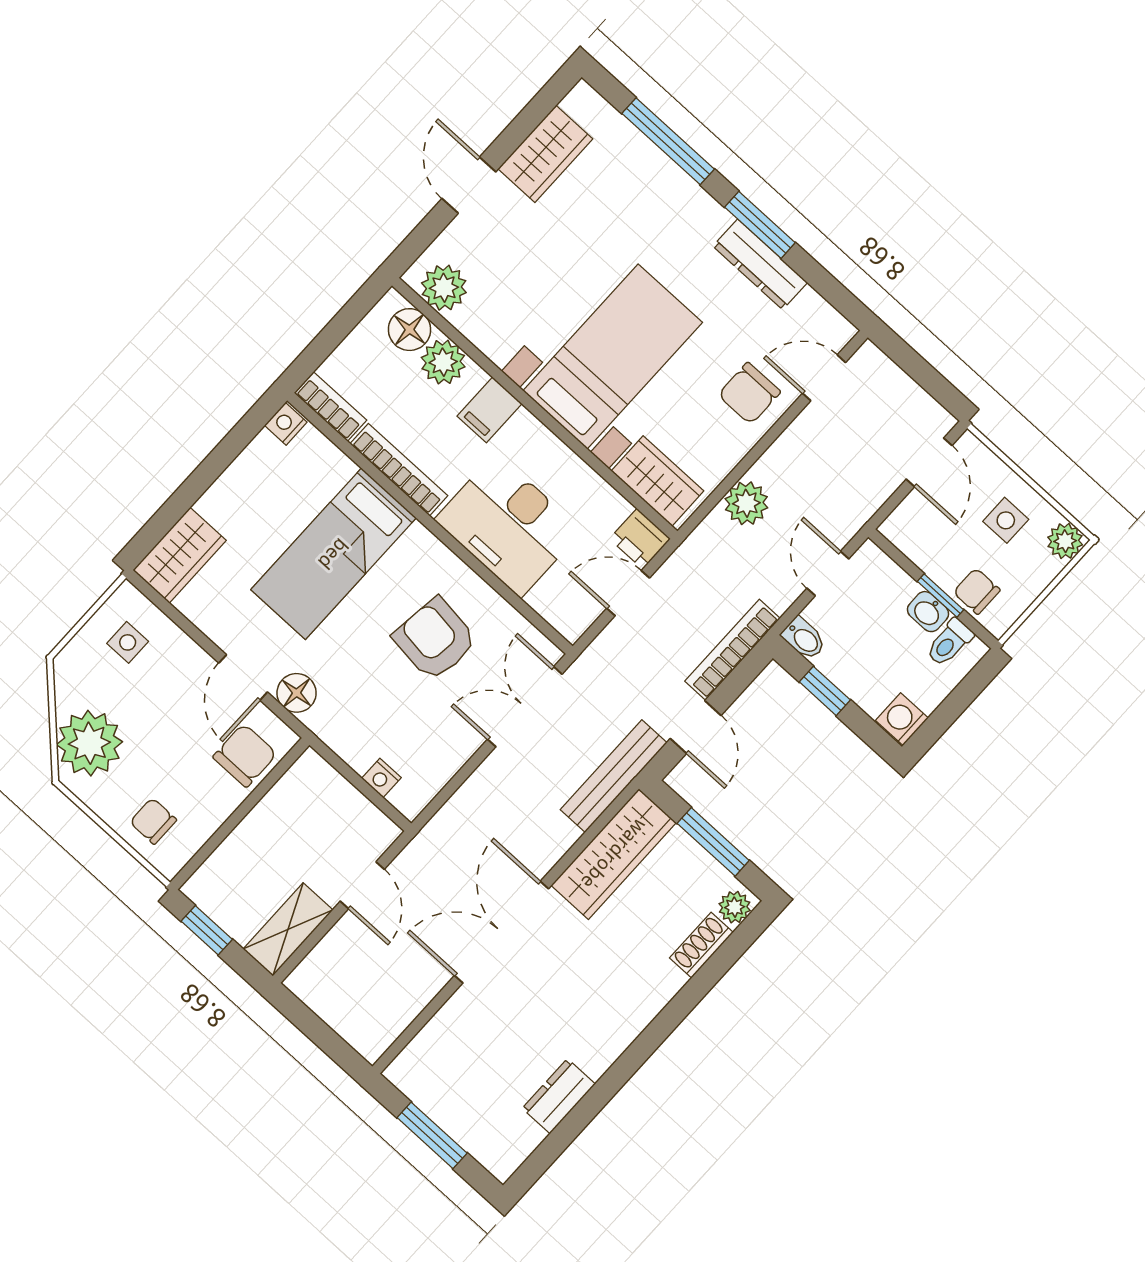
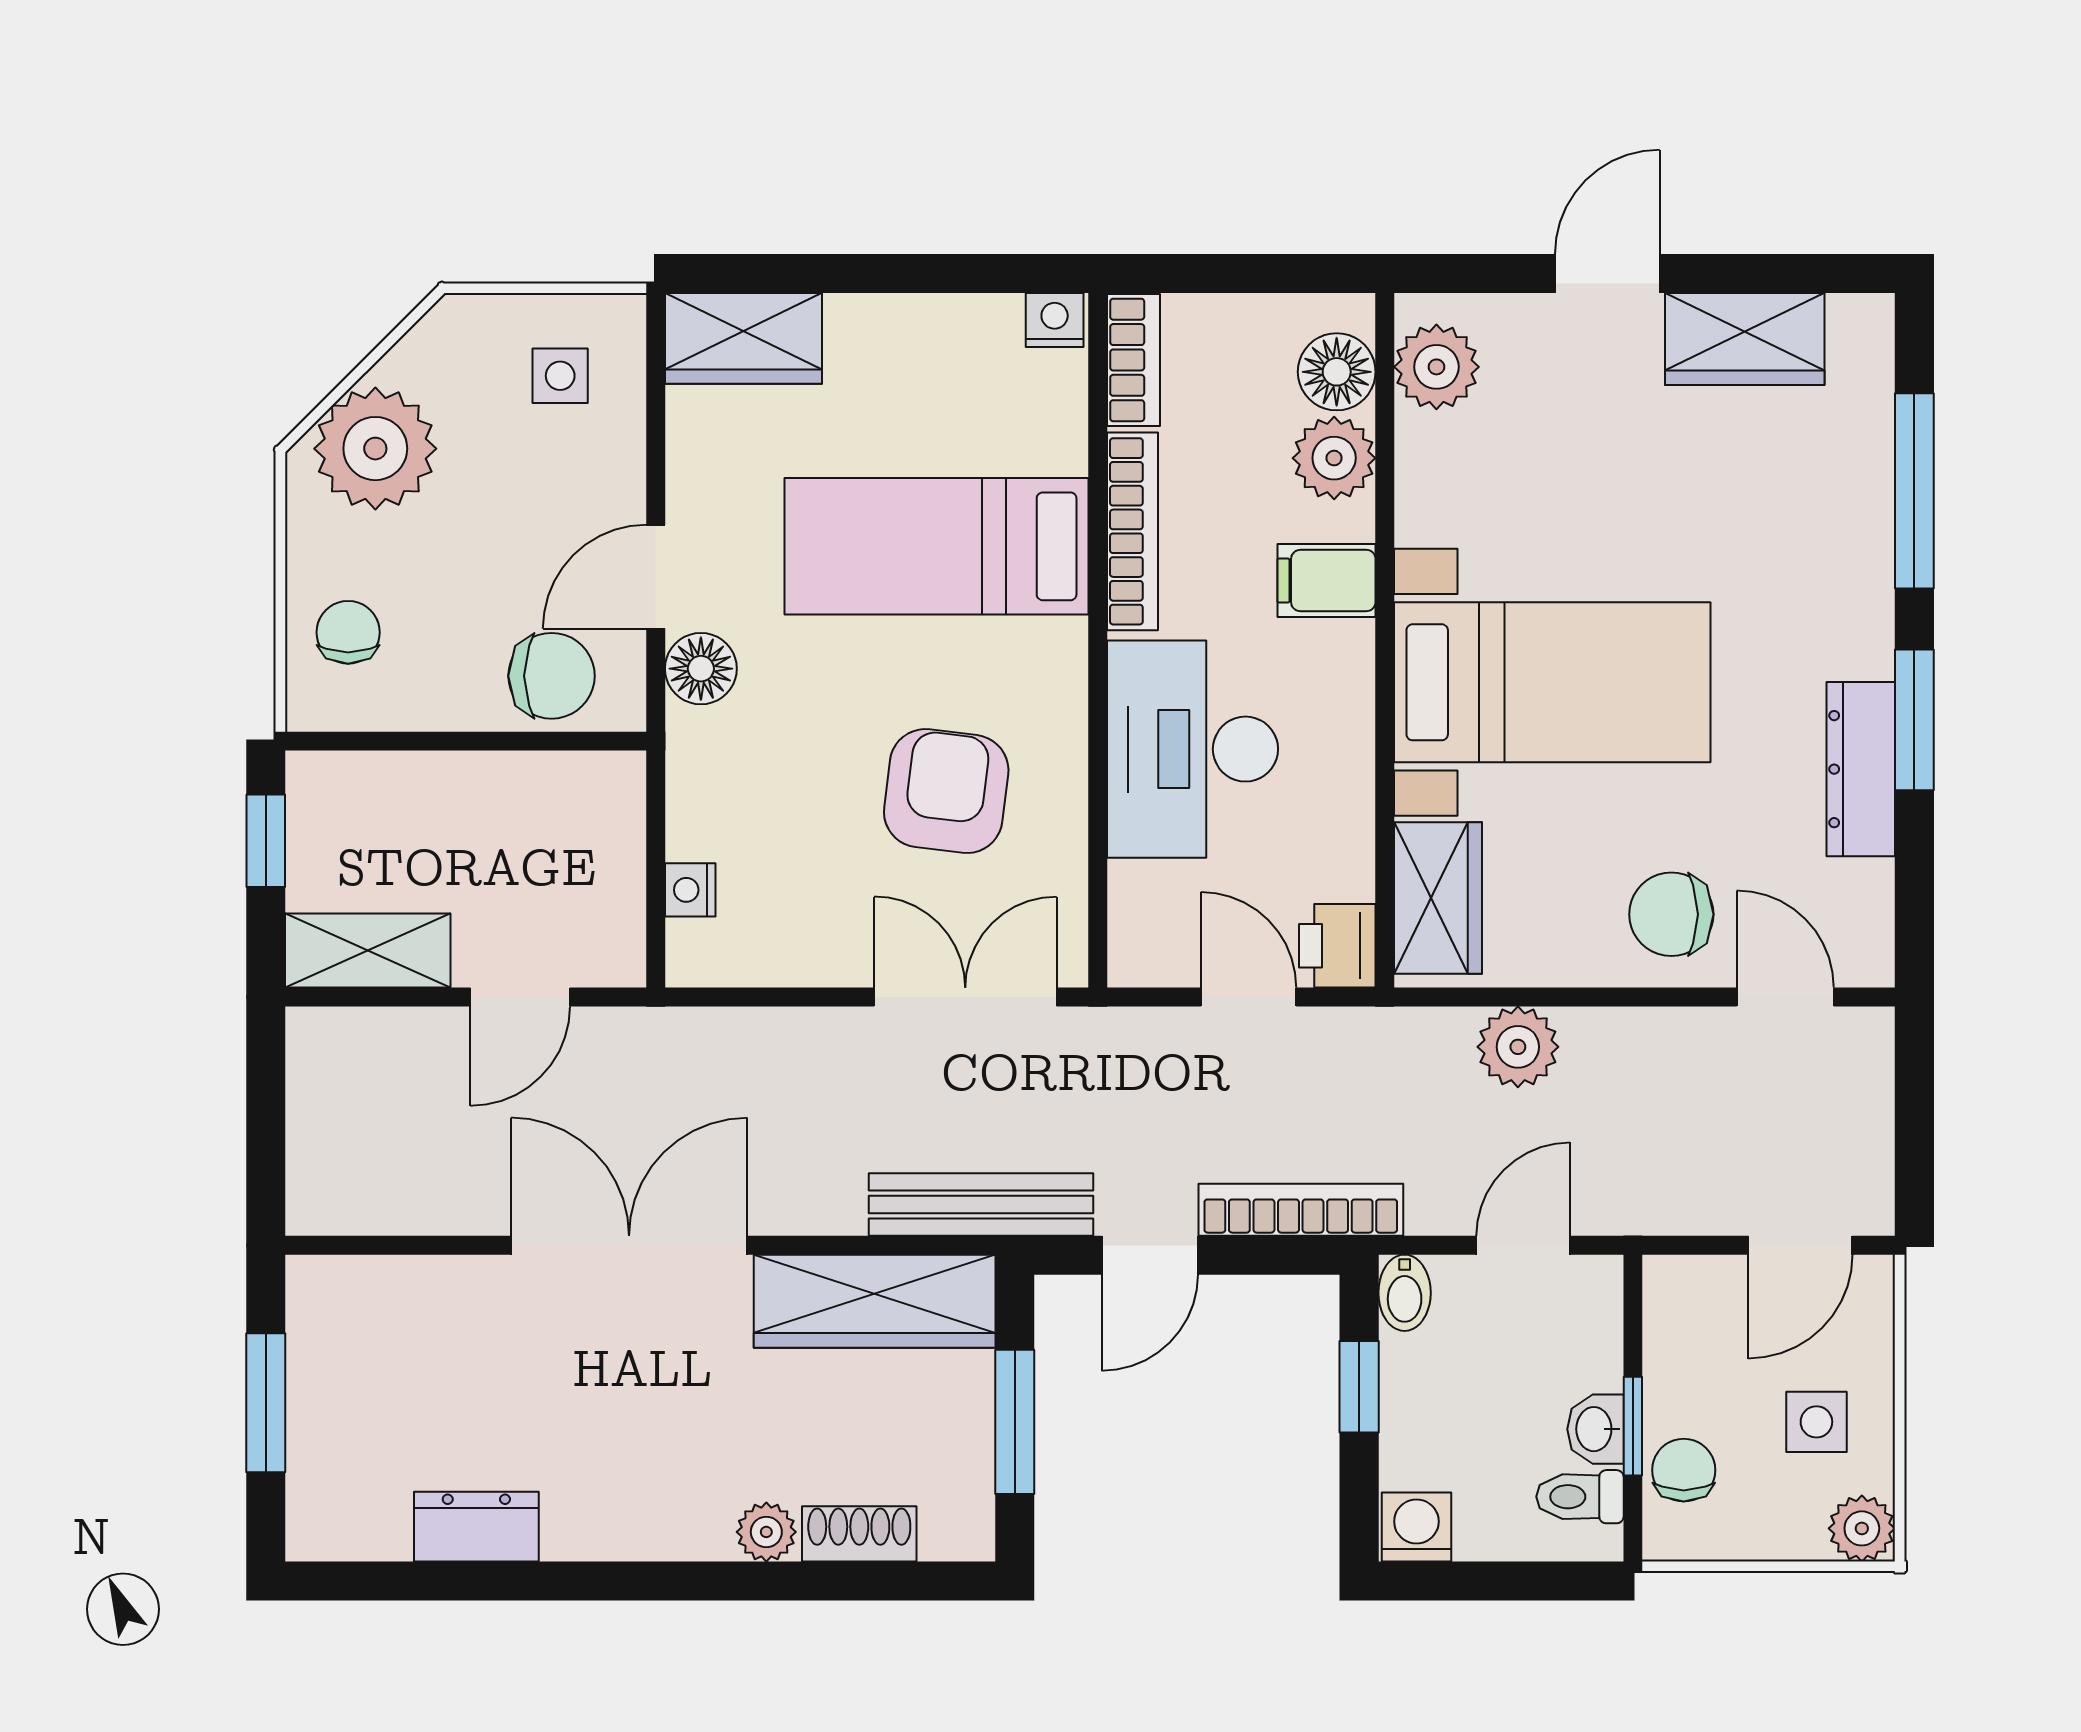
plant: (735, 907) -> (766, 1532), moved

